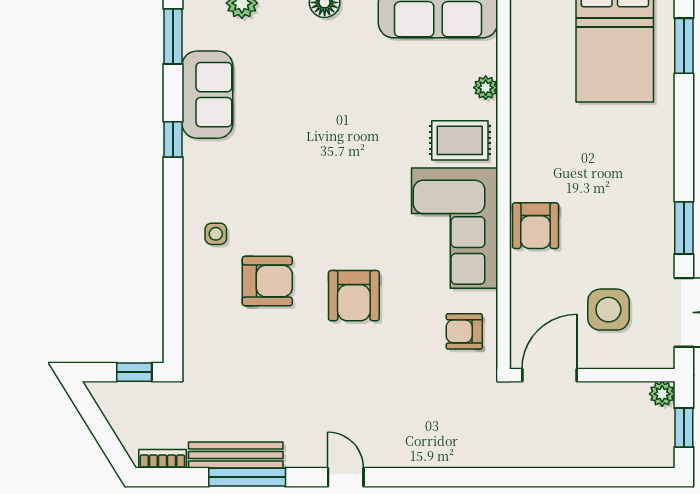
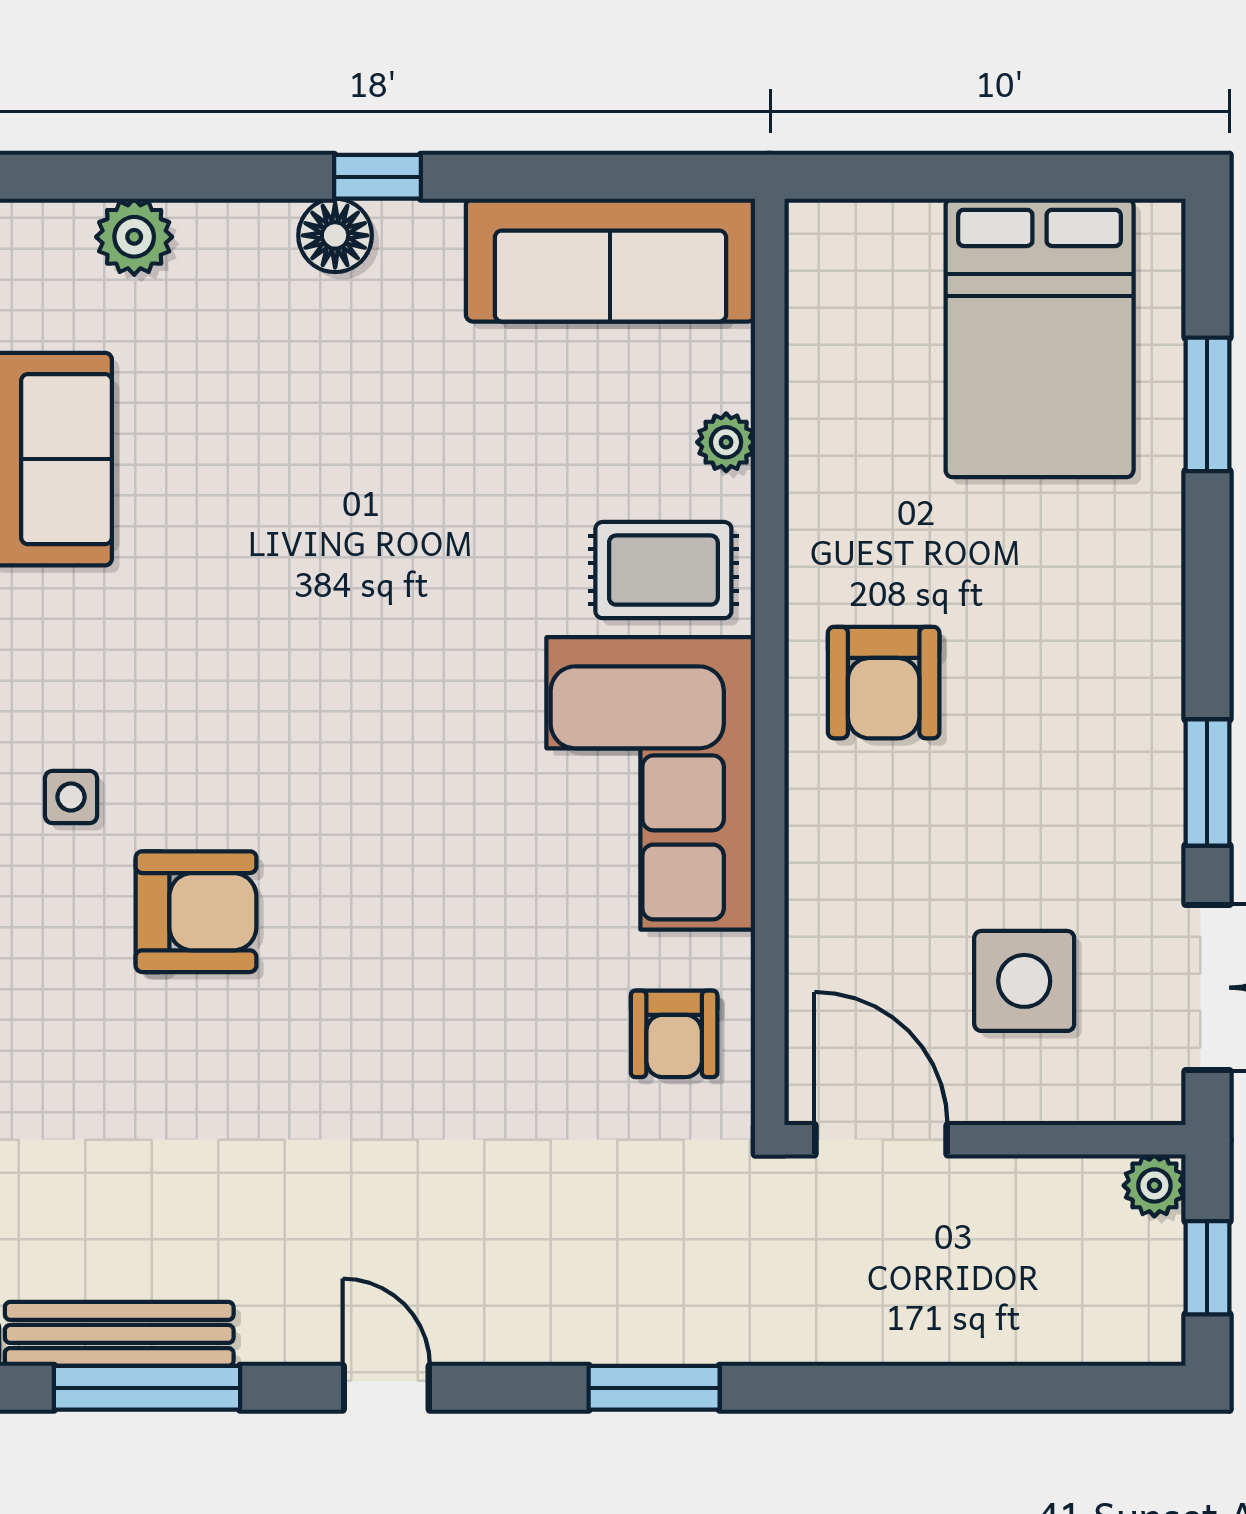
window: (684, 46) -> (1207, 404), moved
armchair: (536, 226) -> (884, 683), moved
armchair: (354, 296) -> (406, 947), removed
armchair: (464, 331) -> (674, 1034), turned -90
door: (549, 375) -> (881, 1140), hinge flipped
window: (456, 477) -> (654, 1388), added

